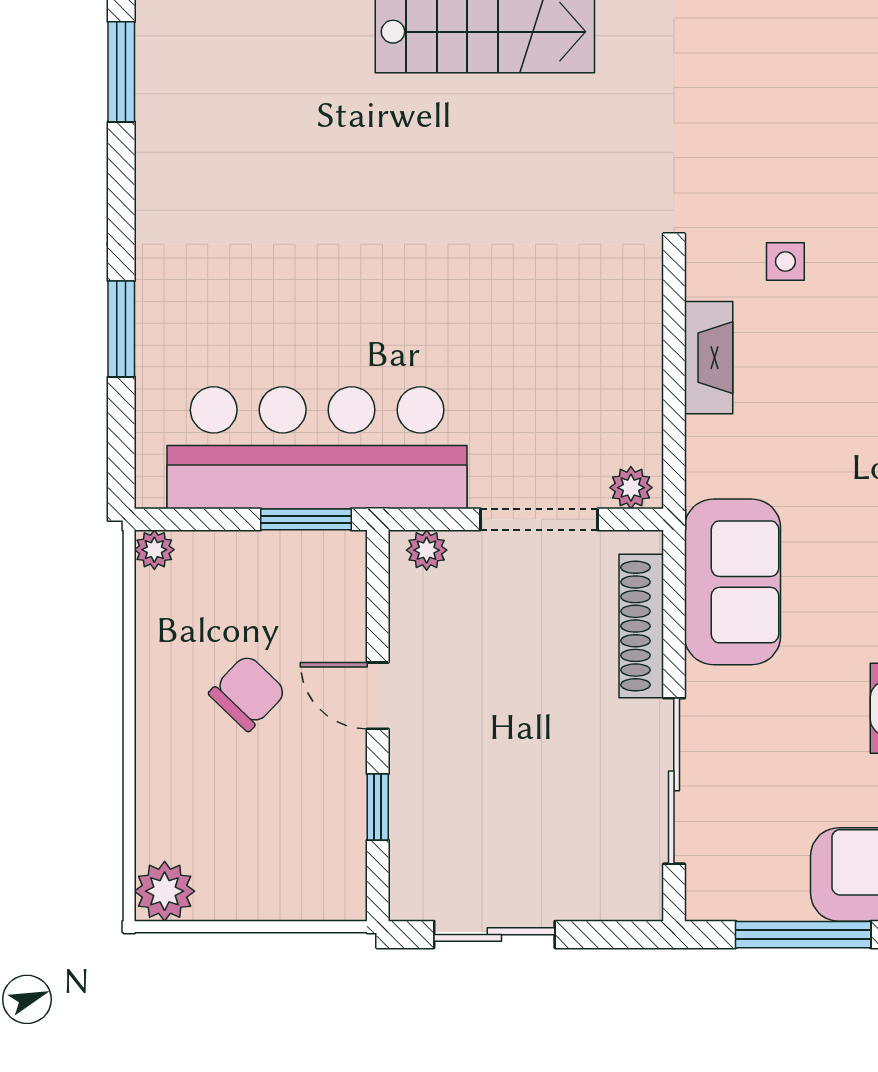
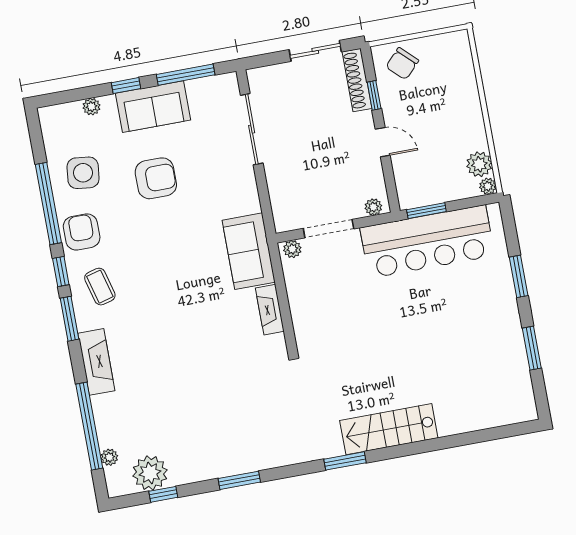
window: (121, 72) -> (532, 348), moved
side table: (785, 262) -> (245, 356), removed
sofa: (733, 582) -> (249, 251), moved
shoe rack: (641, 626) -> (357, 80), moved, turned 180
chair: (248, 693) -> (402, 64), moved
plant: (165, 891) -> (479, 164), moved

